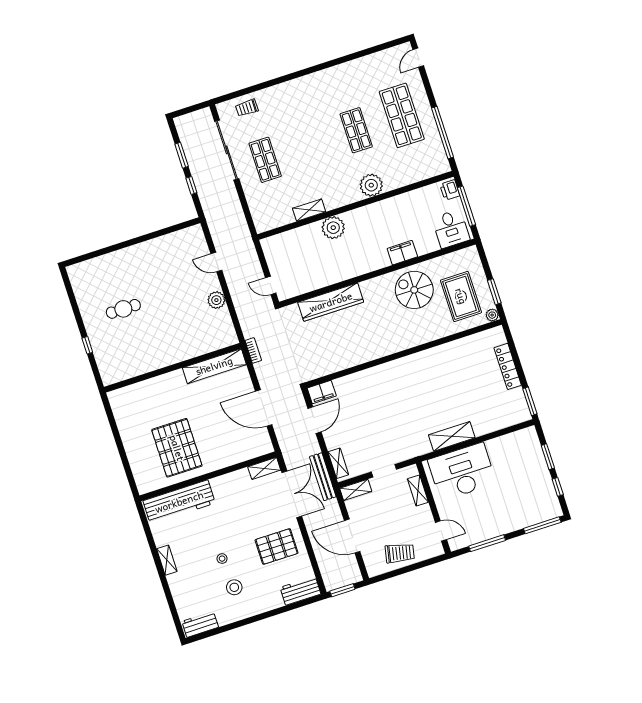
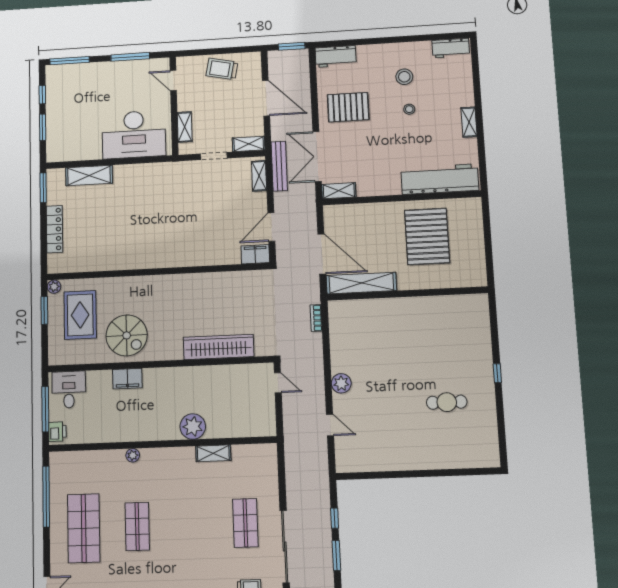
plant: (371, 185) -> (133, 455), width x0.53, depth x0.53
shelving: (214, 366) -> (361, 283), moved
wall: (173, 368) -> (407, 293), moved
shelving: (452, 436) -> (89, 175), moved

